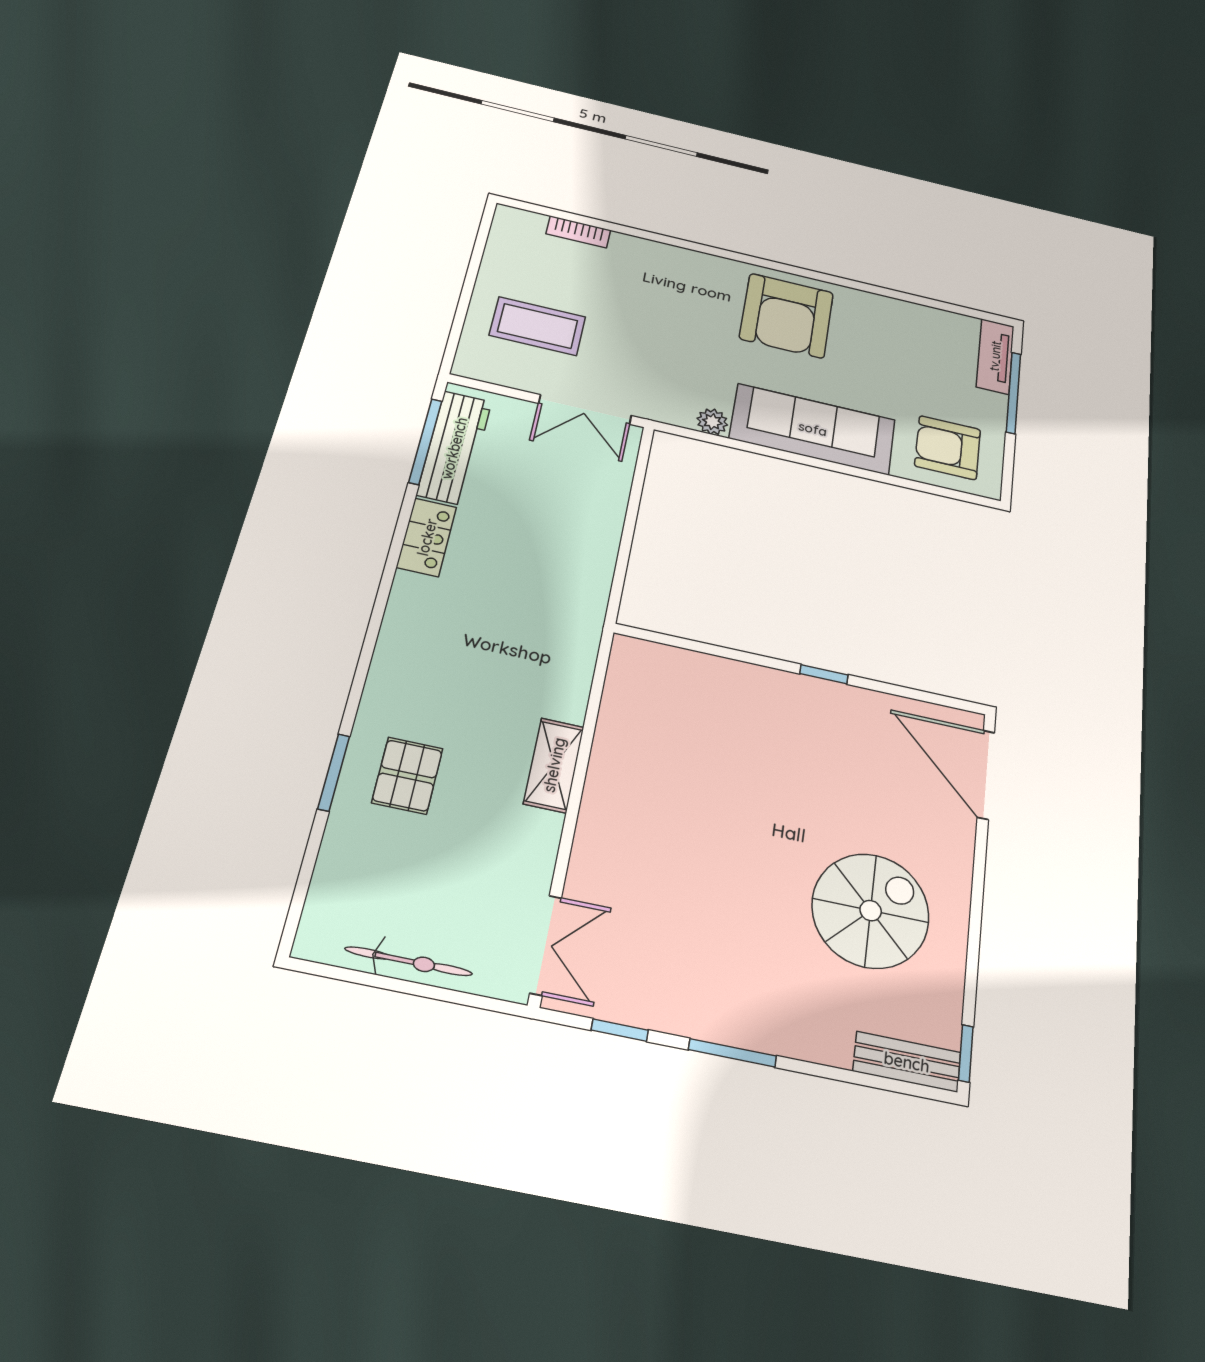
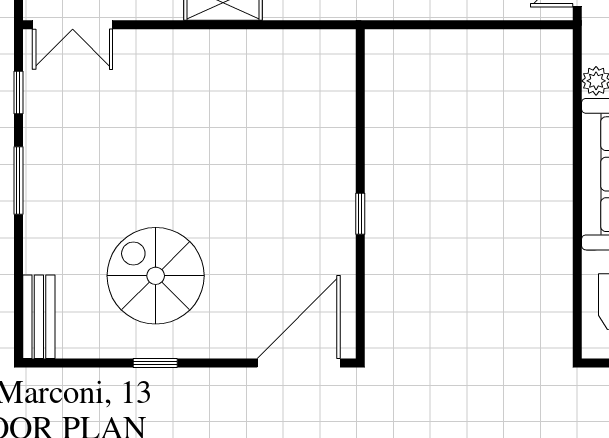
spiral stairs: (871, 911) -> (156, 276), turned 180
window: (966, 1053) -> (155, 363), moved

